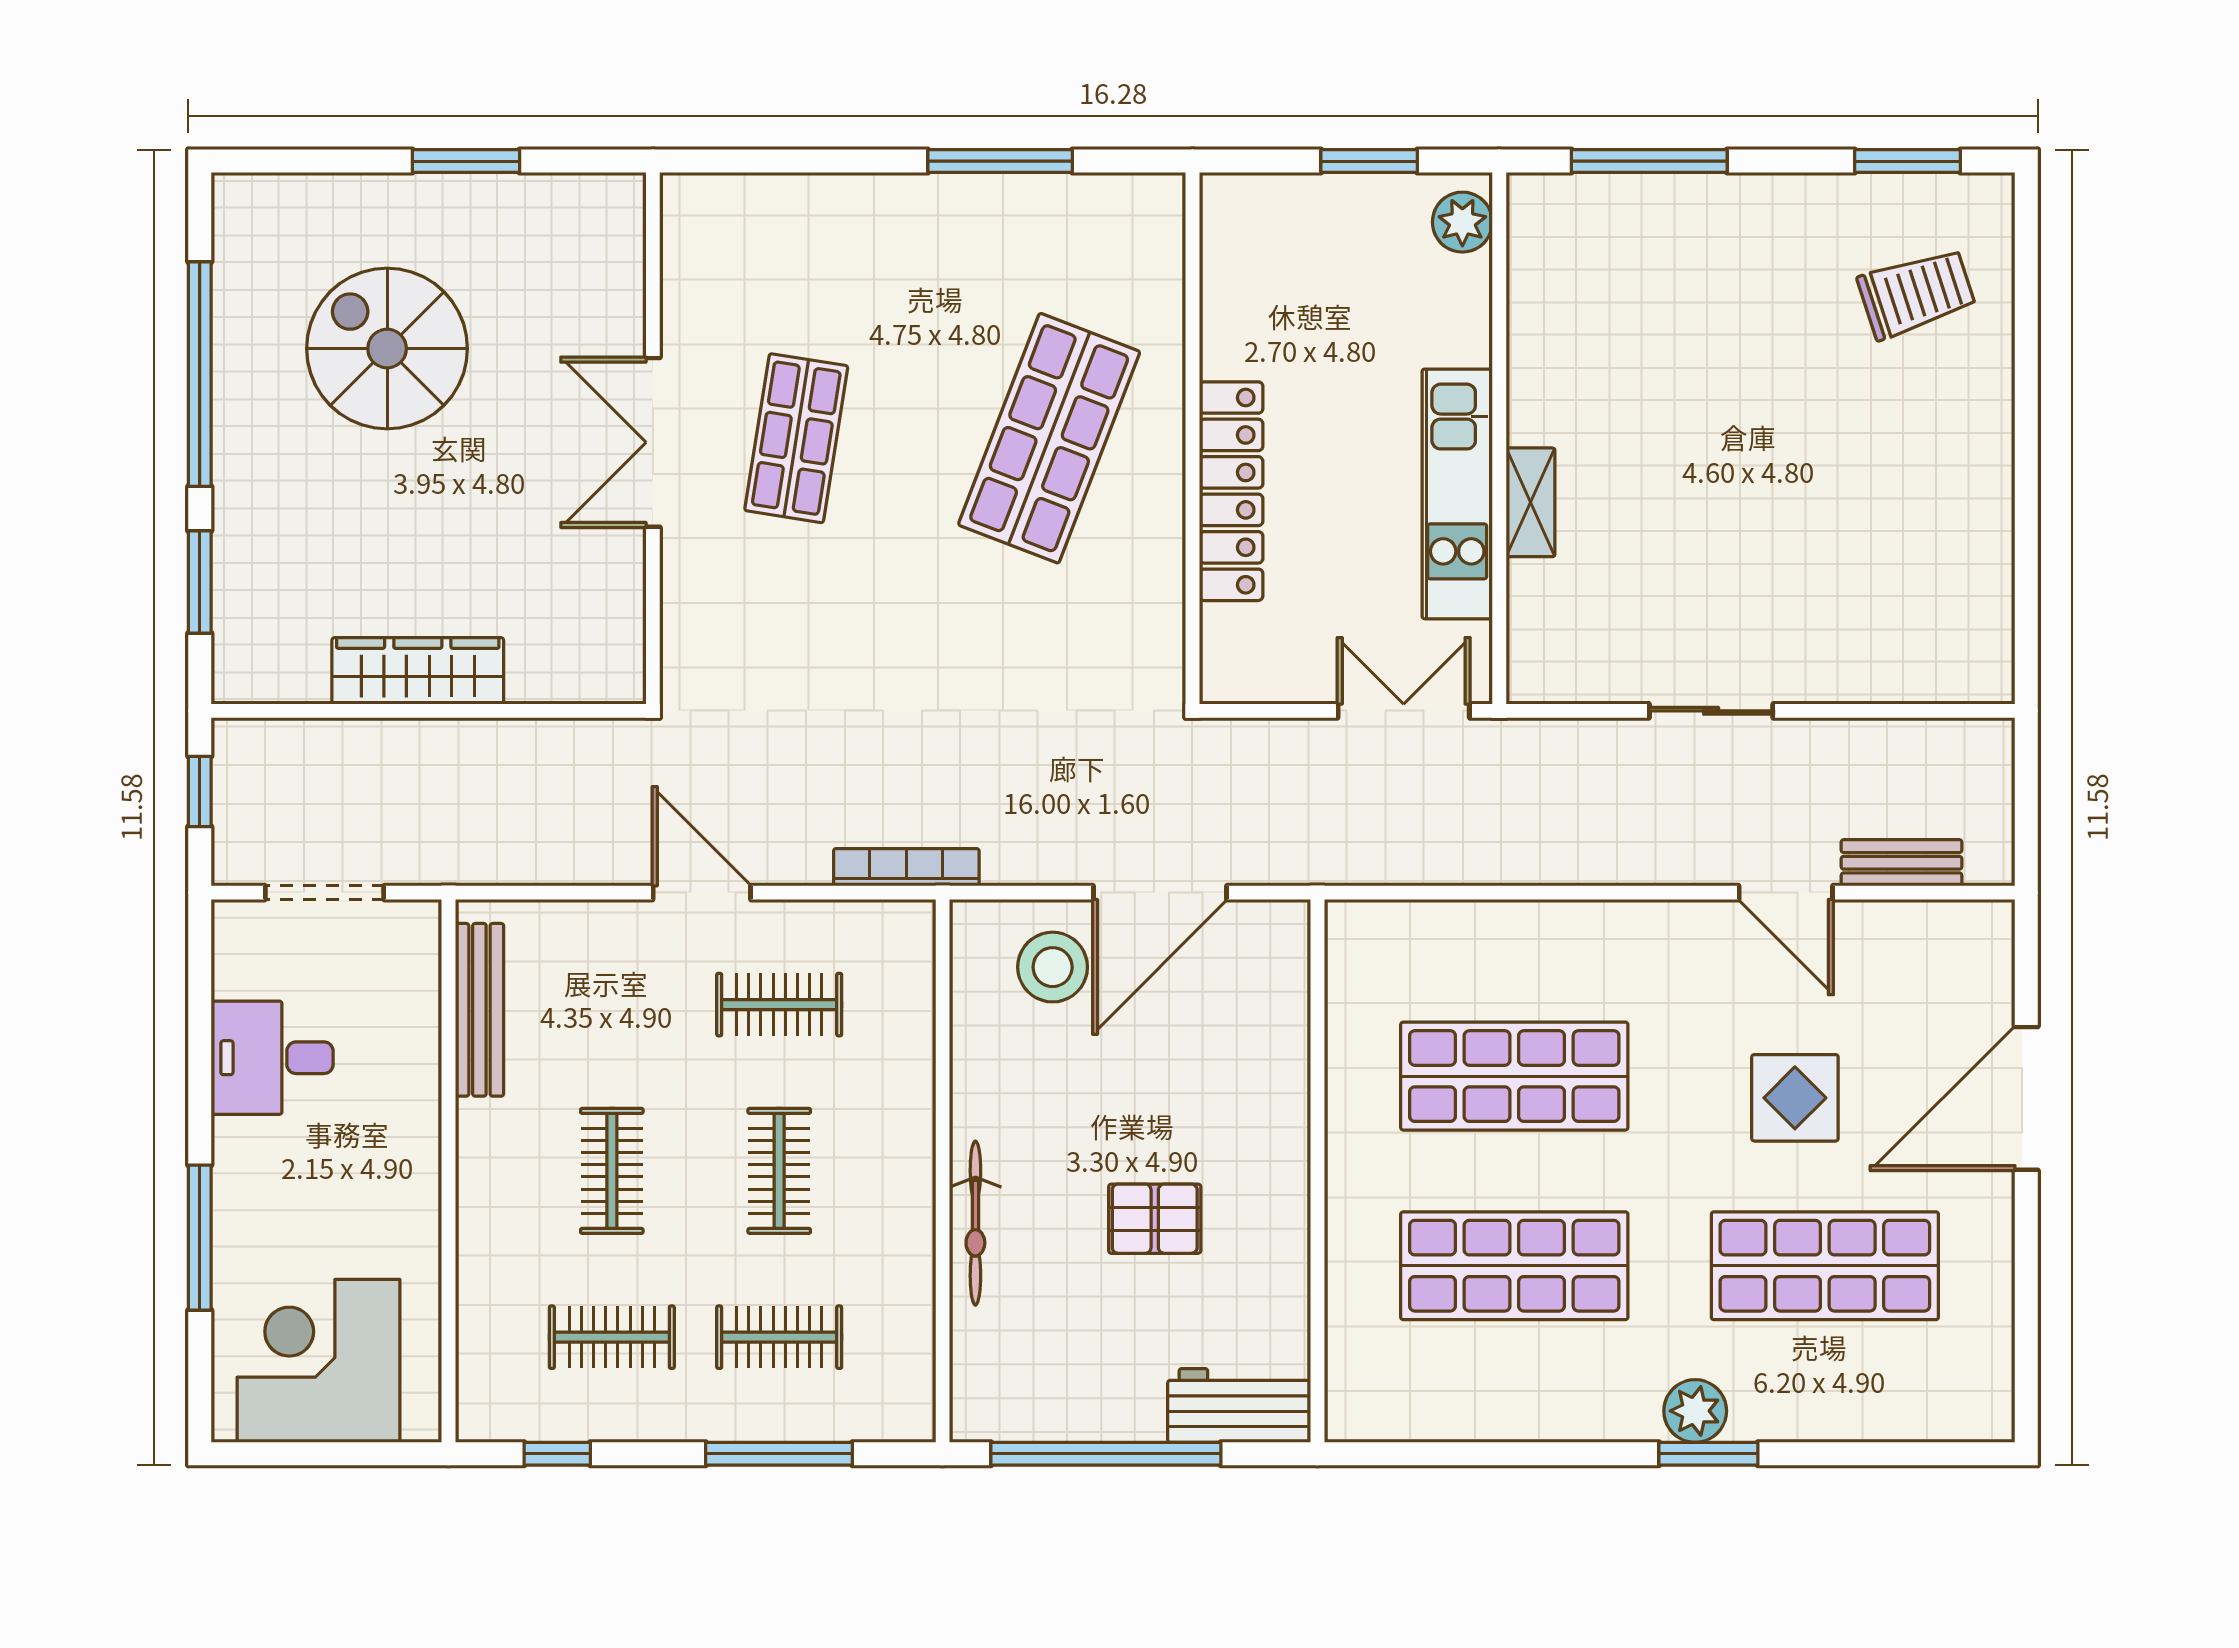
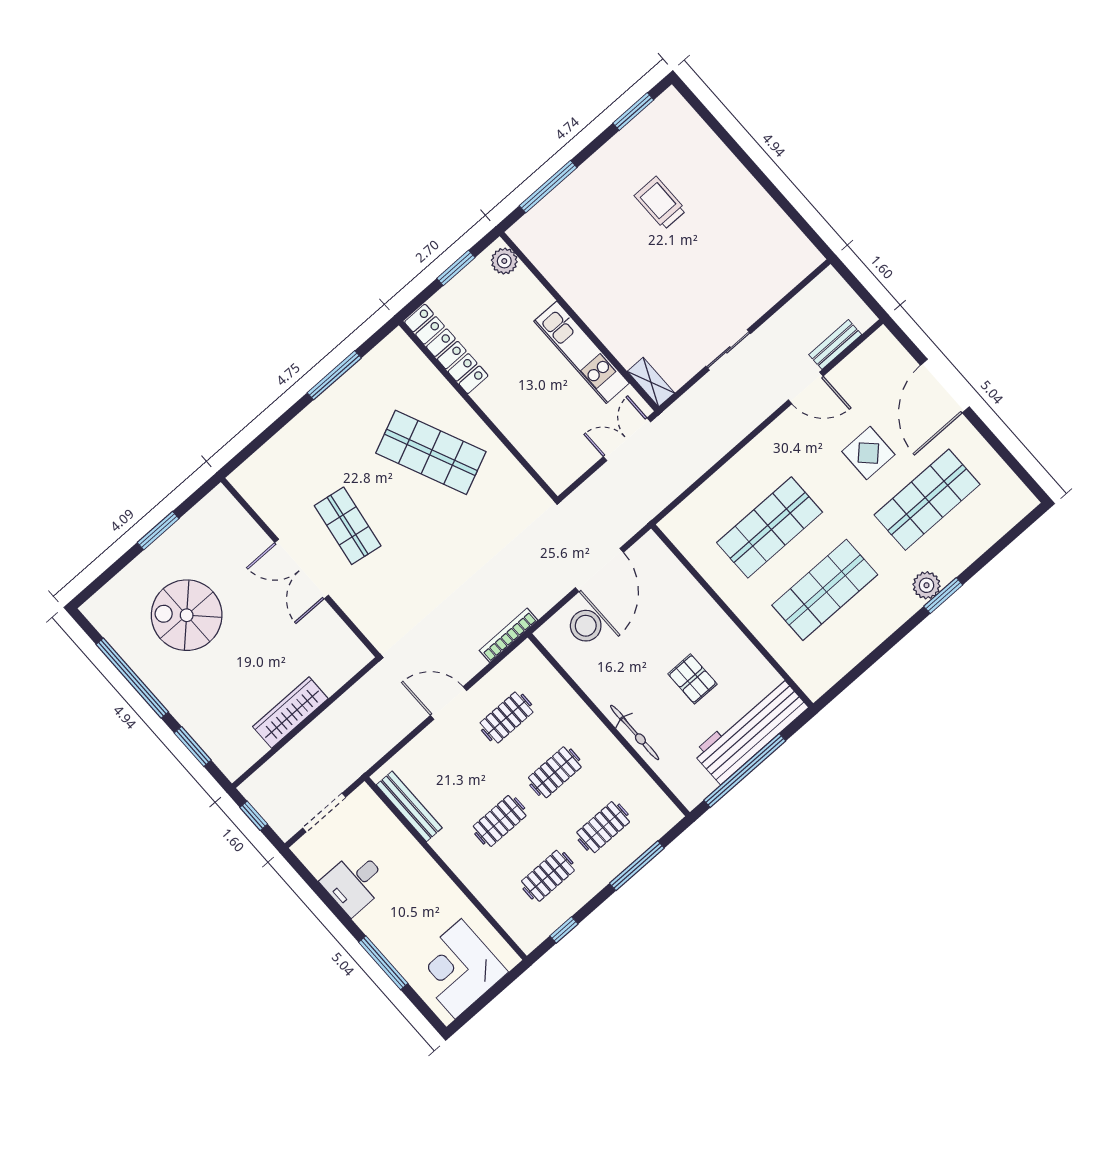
trolley: (1916, 293) -> (660, 203), moved, turned -72
shop shelf: (1049, 438) -> (431, 452), turned -45
locker: (1231, 491) -> (446, 349), moved
shelving: (1530, 502) -> (651, 382), moved
clothes rail: (612, 1171) -> (500, 821), turned 90
clothes rail: (779, 1171) -> (555, 772), turned 90
pallet: (1155, 1219) -> (692, 679), turned 90
workbench: (1239, 1405) -> (751, 730), width x1.88, depth x1.32

